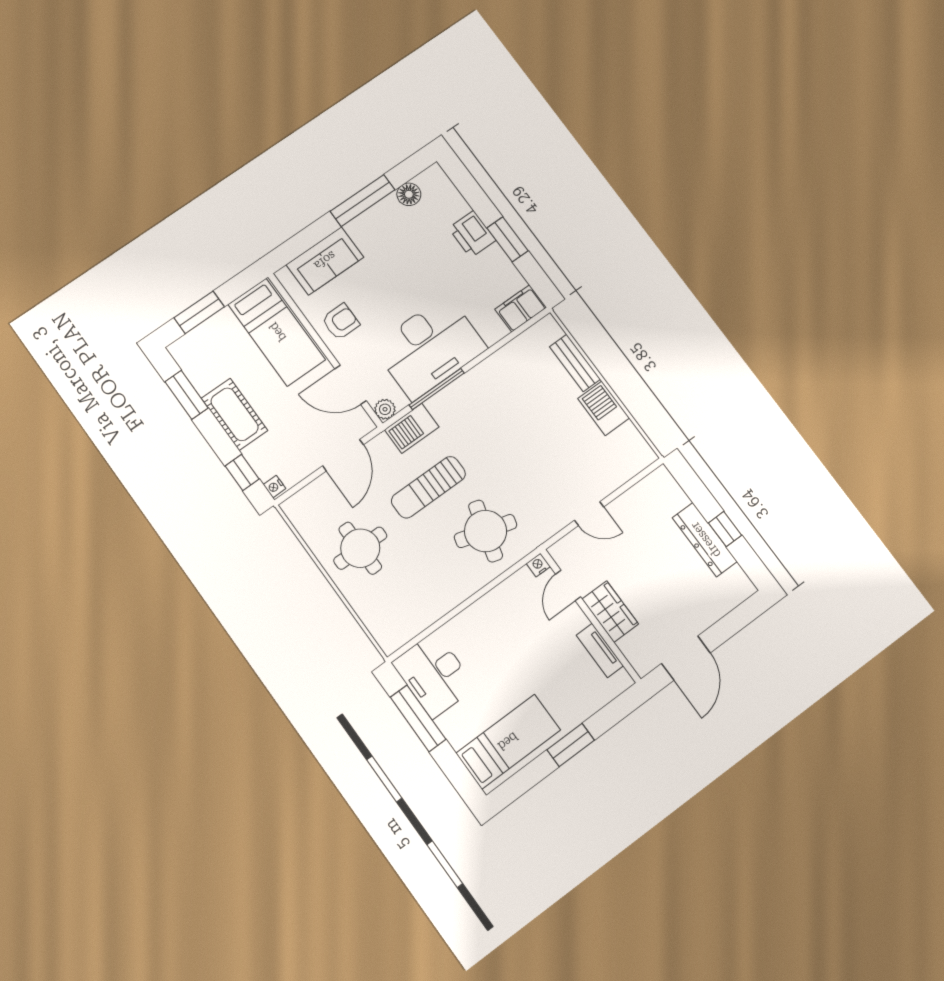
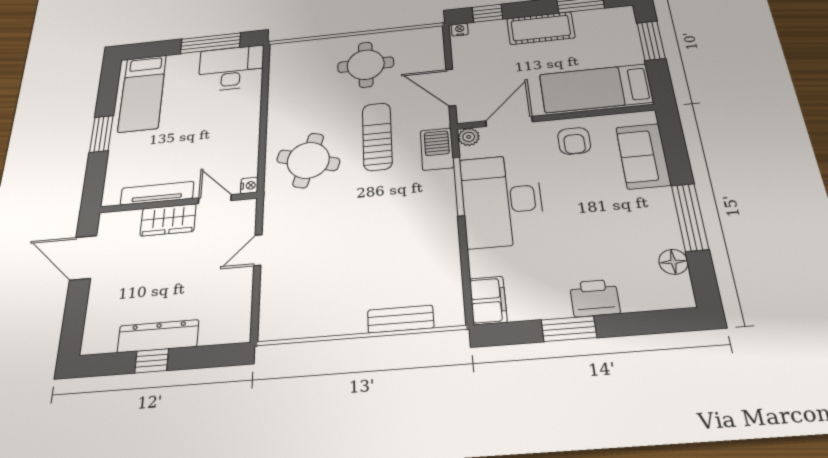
barbecue: (604, 408) -> (340, 319), removed
tv unit: (600, 651) -> (157, 193), width x1.41

